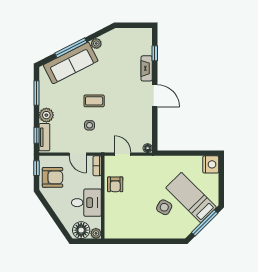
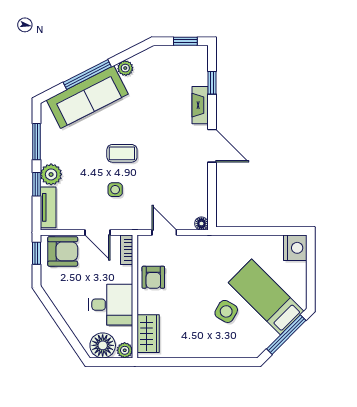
window: (137, 25) -> (185, 41), added
window: (37, 135) -> (36, 184), moved
armchair: (53, 177) -> (63, 251), moved
wardrobe: (112, 222) -> (148, 334), added

